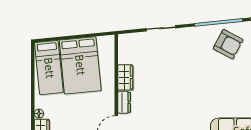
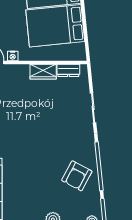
dresser: (124, 102) -> (68, 70), moved
nightstand: (110, 107) -> (13, 56), added

